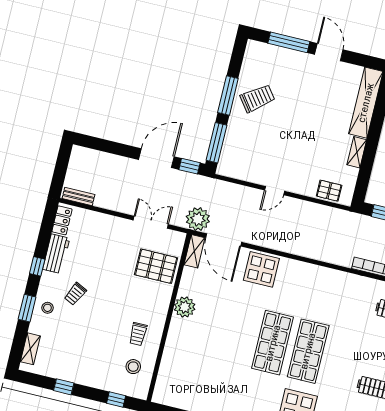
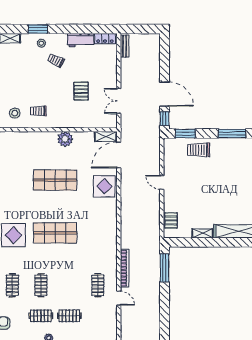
window: (228, 95) -> (232, 134), moved
trolley: (257, 98) -> (199, 150), moved, turned 127
window: (216, 143) -> (185, 134), width x0.69
plant: (198, 219) -> (129, 133), removed
double door: (151, 222) -> (119, 101), swing flipped
window: (37, 266) -> (69, 29), removed
pallet: (156, 266) -> (81, 91), moved, width x0.67, depth x0.71
shop shelf: (273, 343) -> (55, 180), moved

